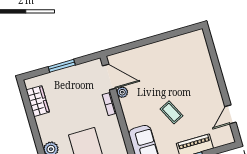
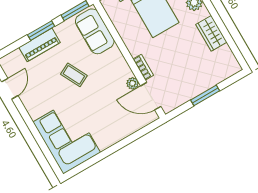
corner sofa: (191, 60) -> (67, 137), added
wardrobe: (38, 101) -> (211, 33), moved

